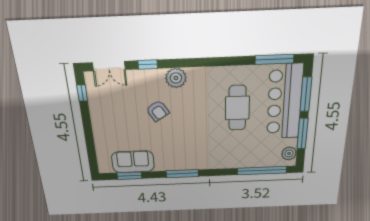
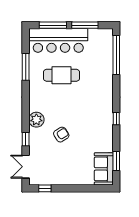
window: (274, 59) -> (26, 67), moved
double door: (109, 66) -> (26, 167), swing flipped
plant: (289, 153) -> (102, 34), removed
sofa: (133, 162) -> (104, 169), moved
window: (182, 174) -> (116, 119), width x0.46

